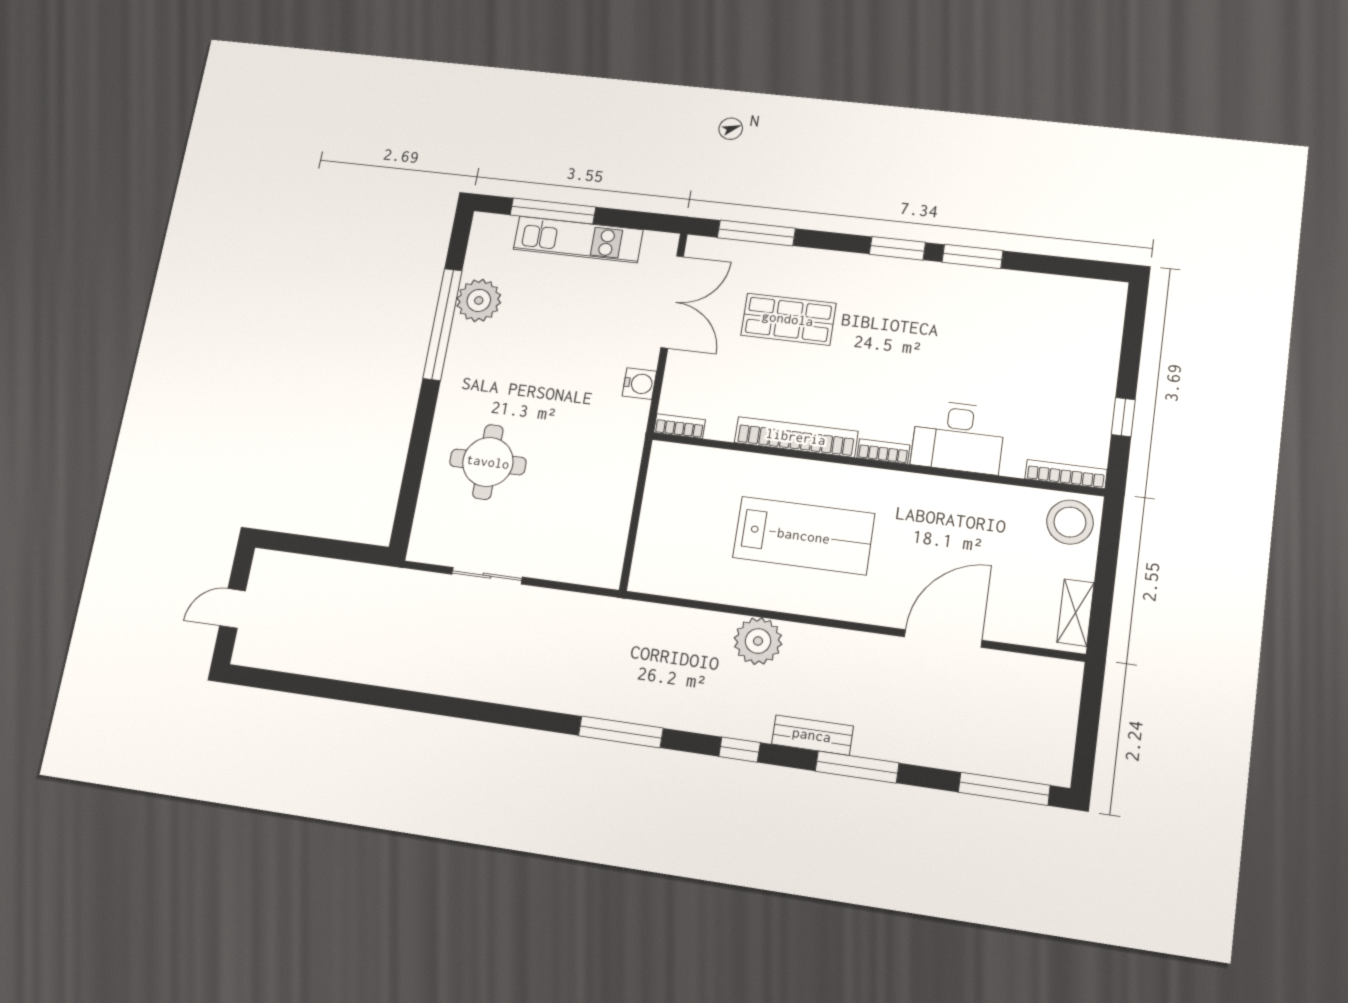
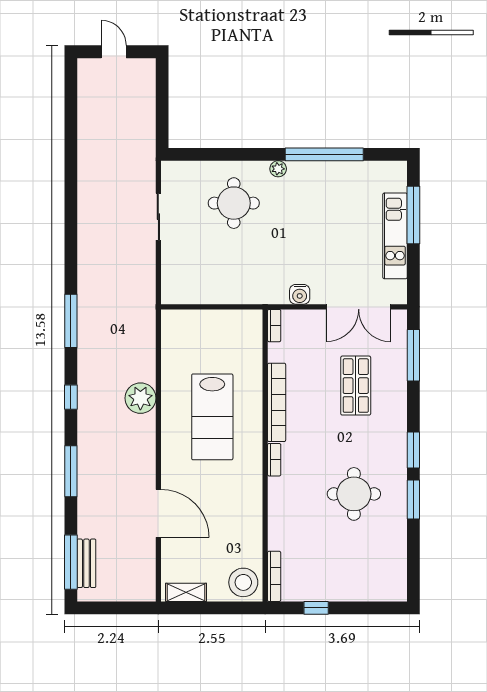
plant: (479, 300) -> (278, 169), moved, width x0.53, depth x0.53
round table: (952, 341) -> (354, 494), added
desk: (958, 437) -> (290, 506), removed
bench: (812, 735) -> (86, 563), moved

